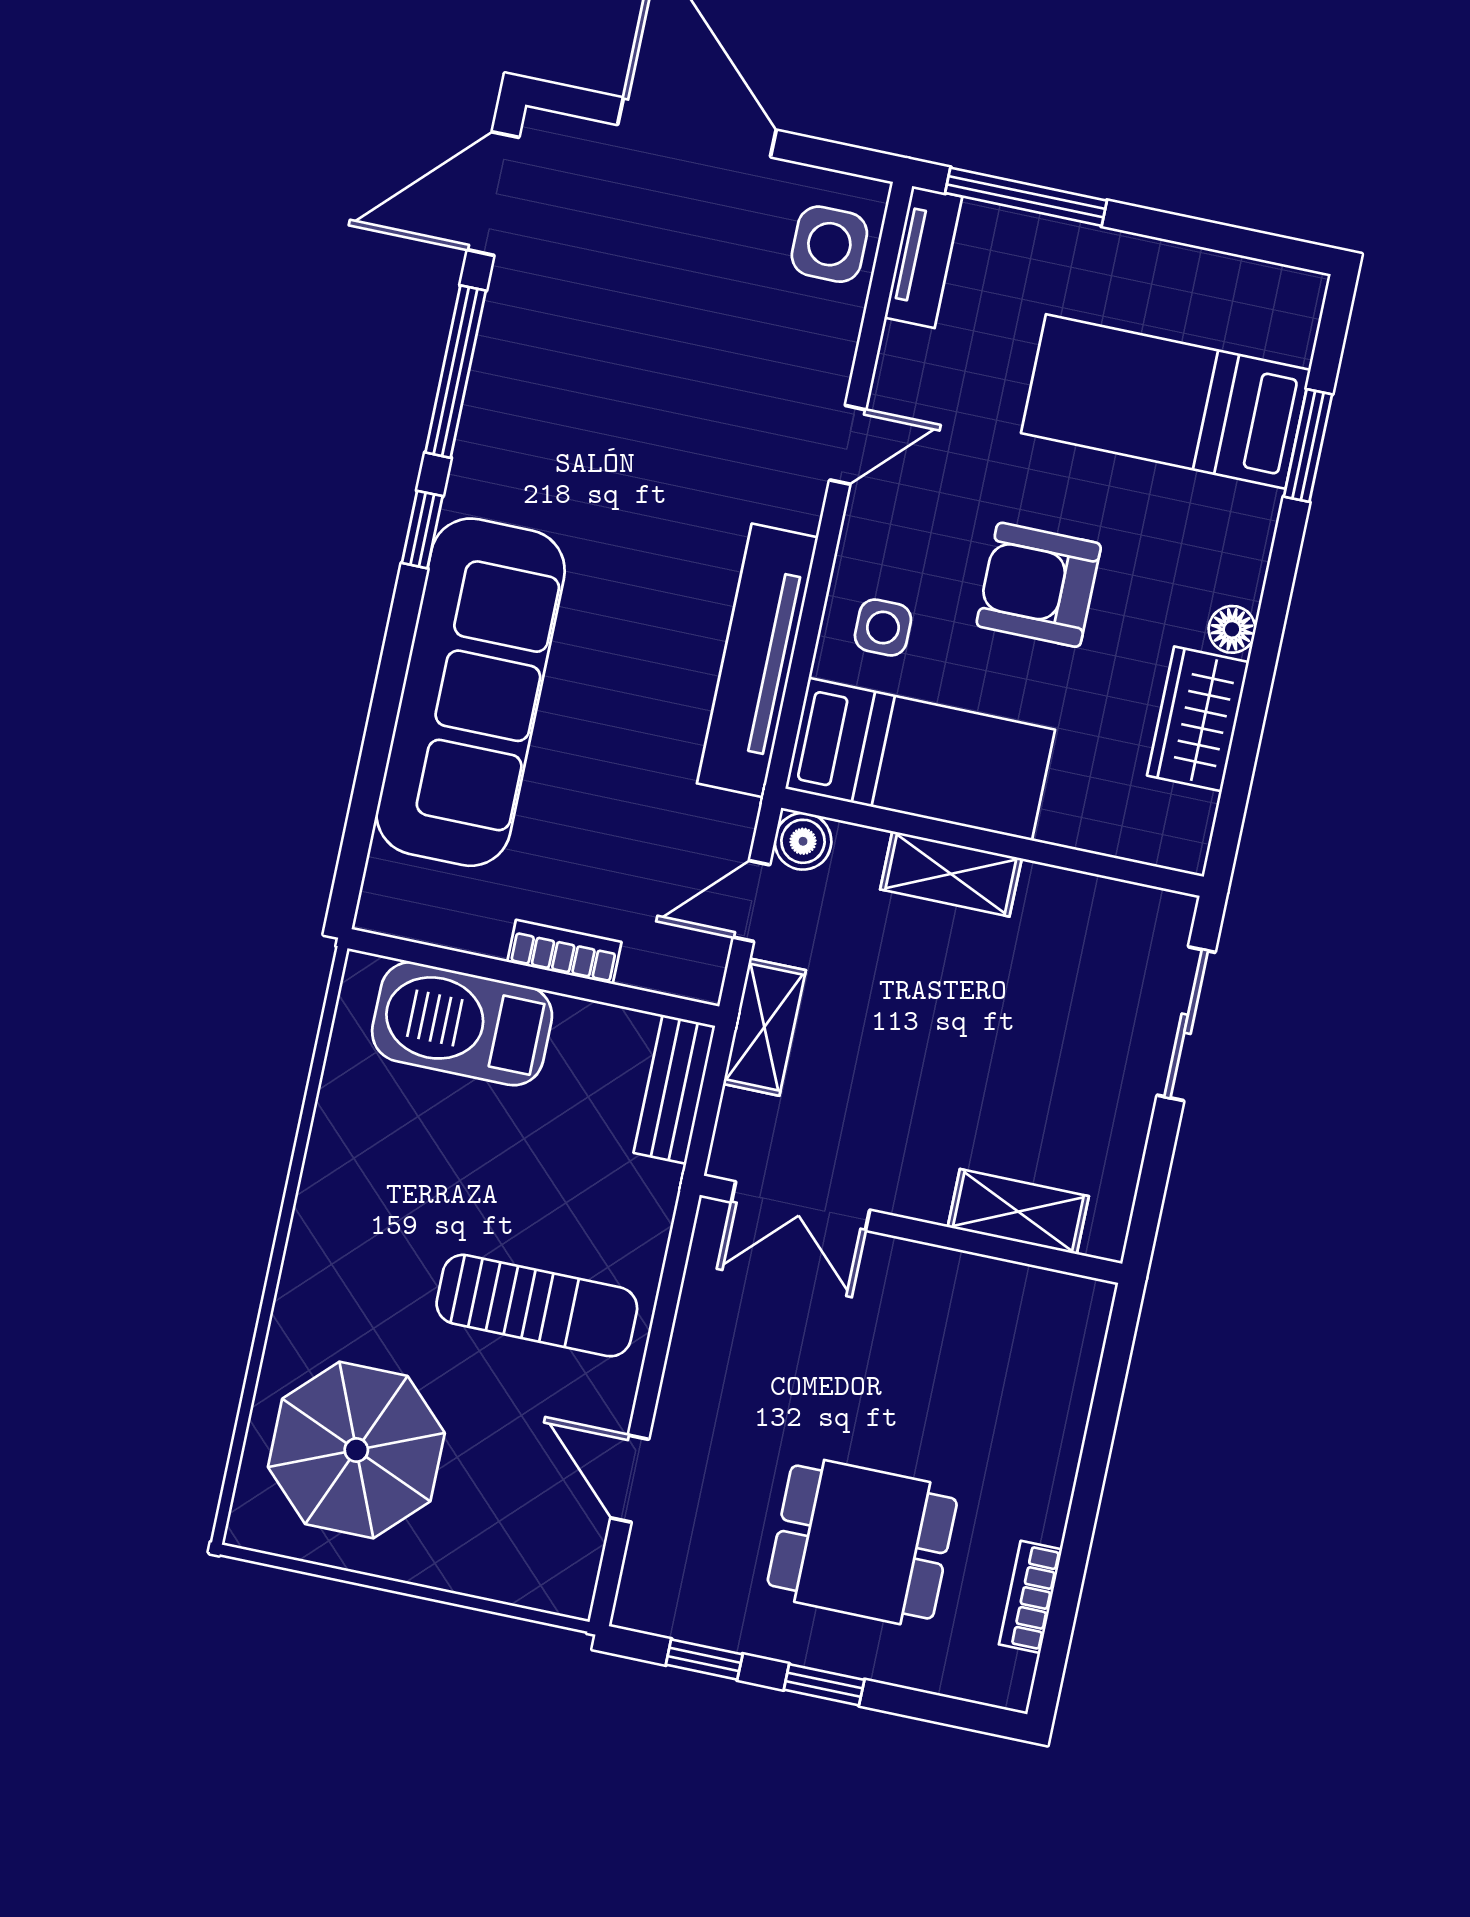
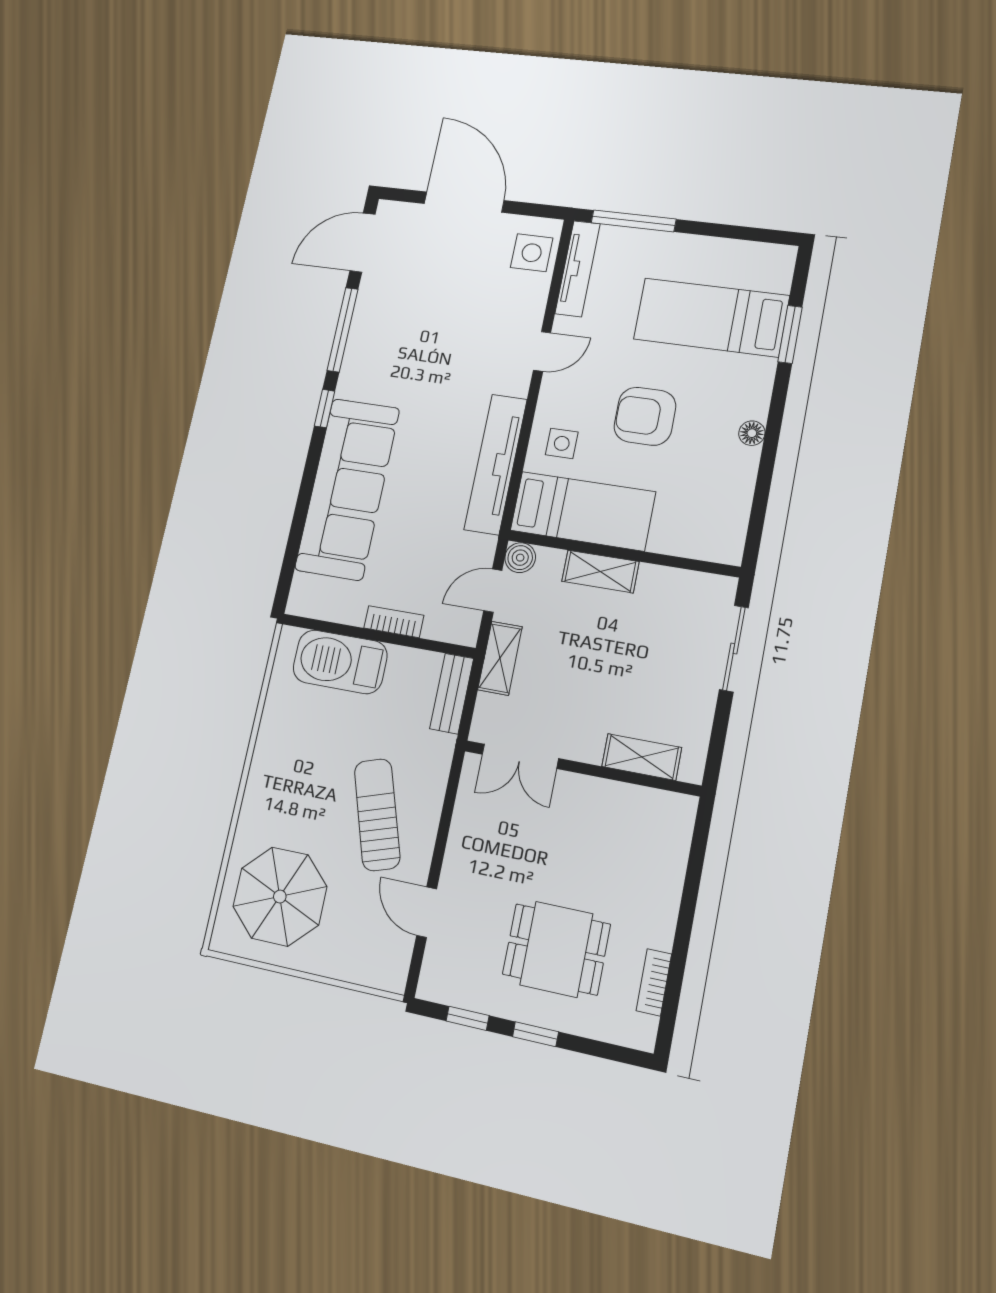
tv unit: (923, 257) -> (578, 269), width x1.41
wardrobe: (1198, 719) -> (735, 482), removed
sun lounger: (537, 1306) -> (377, 815), turned -108

